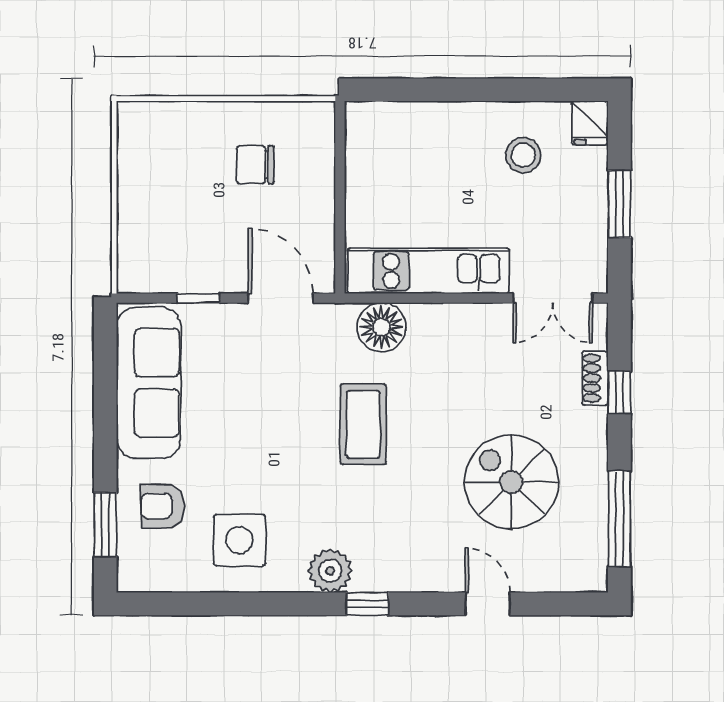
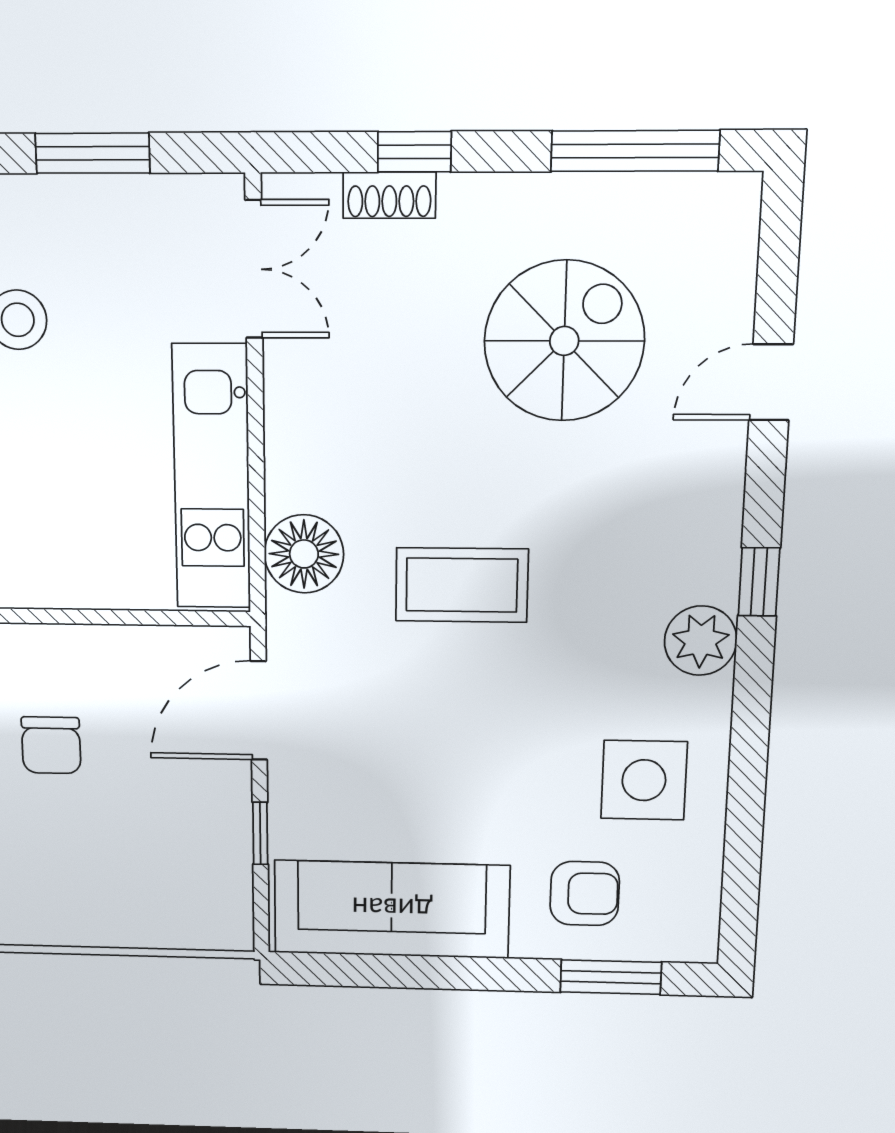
spiral stairs: (511, 482) -> (564, 341), turned 180
armchair: (163, 506) -> (585, 894), turned -90

